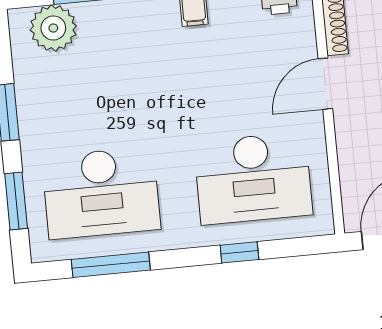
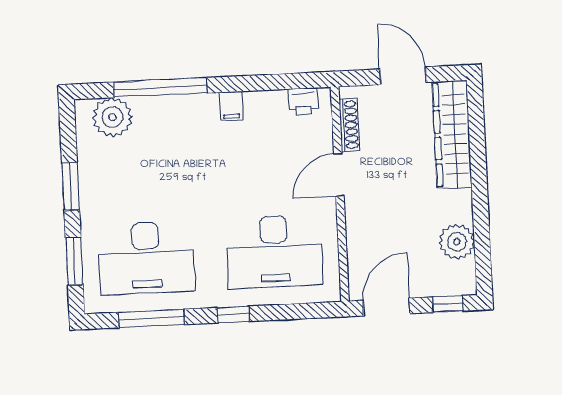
window: (239, 252) -> (233, 314), moved

